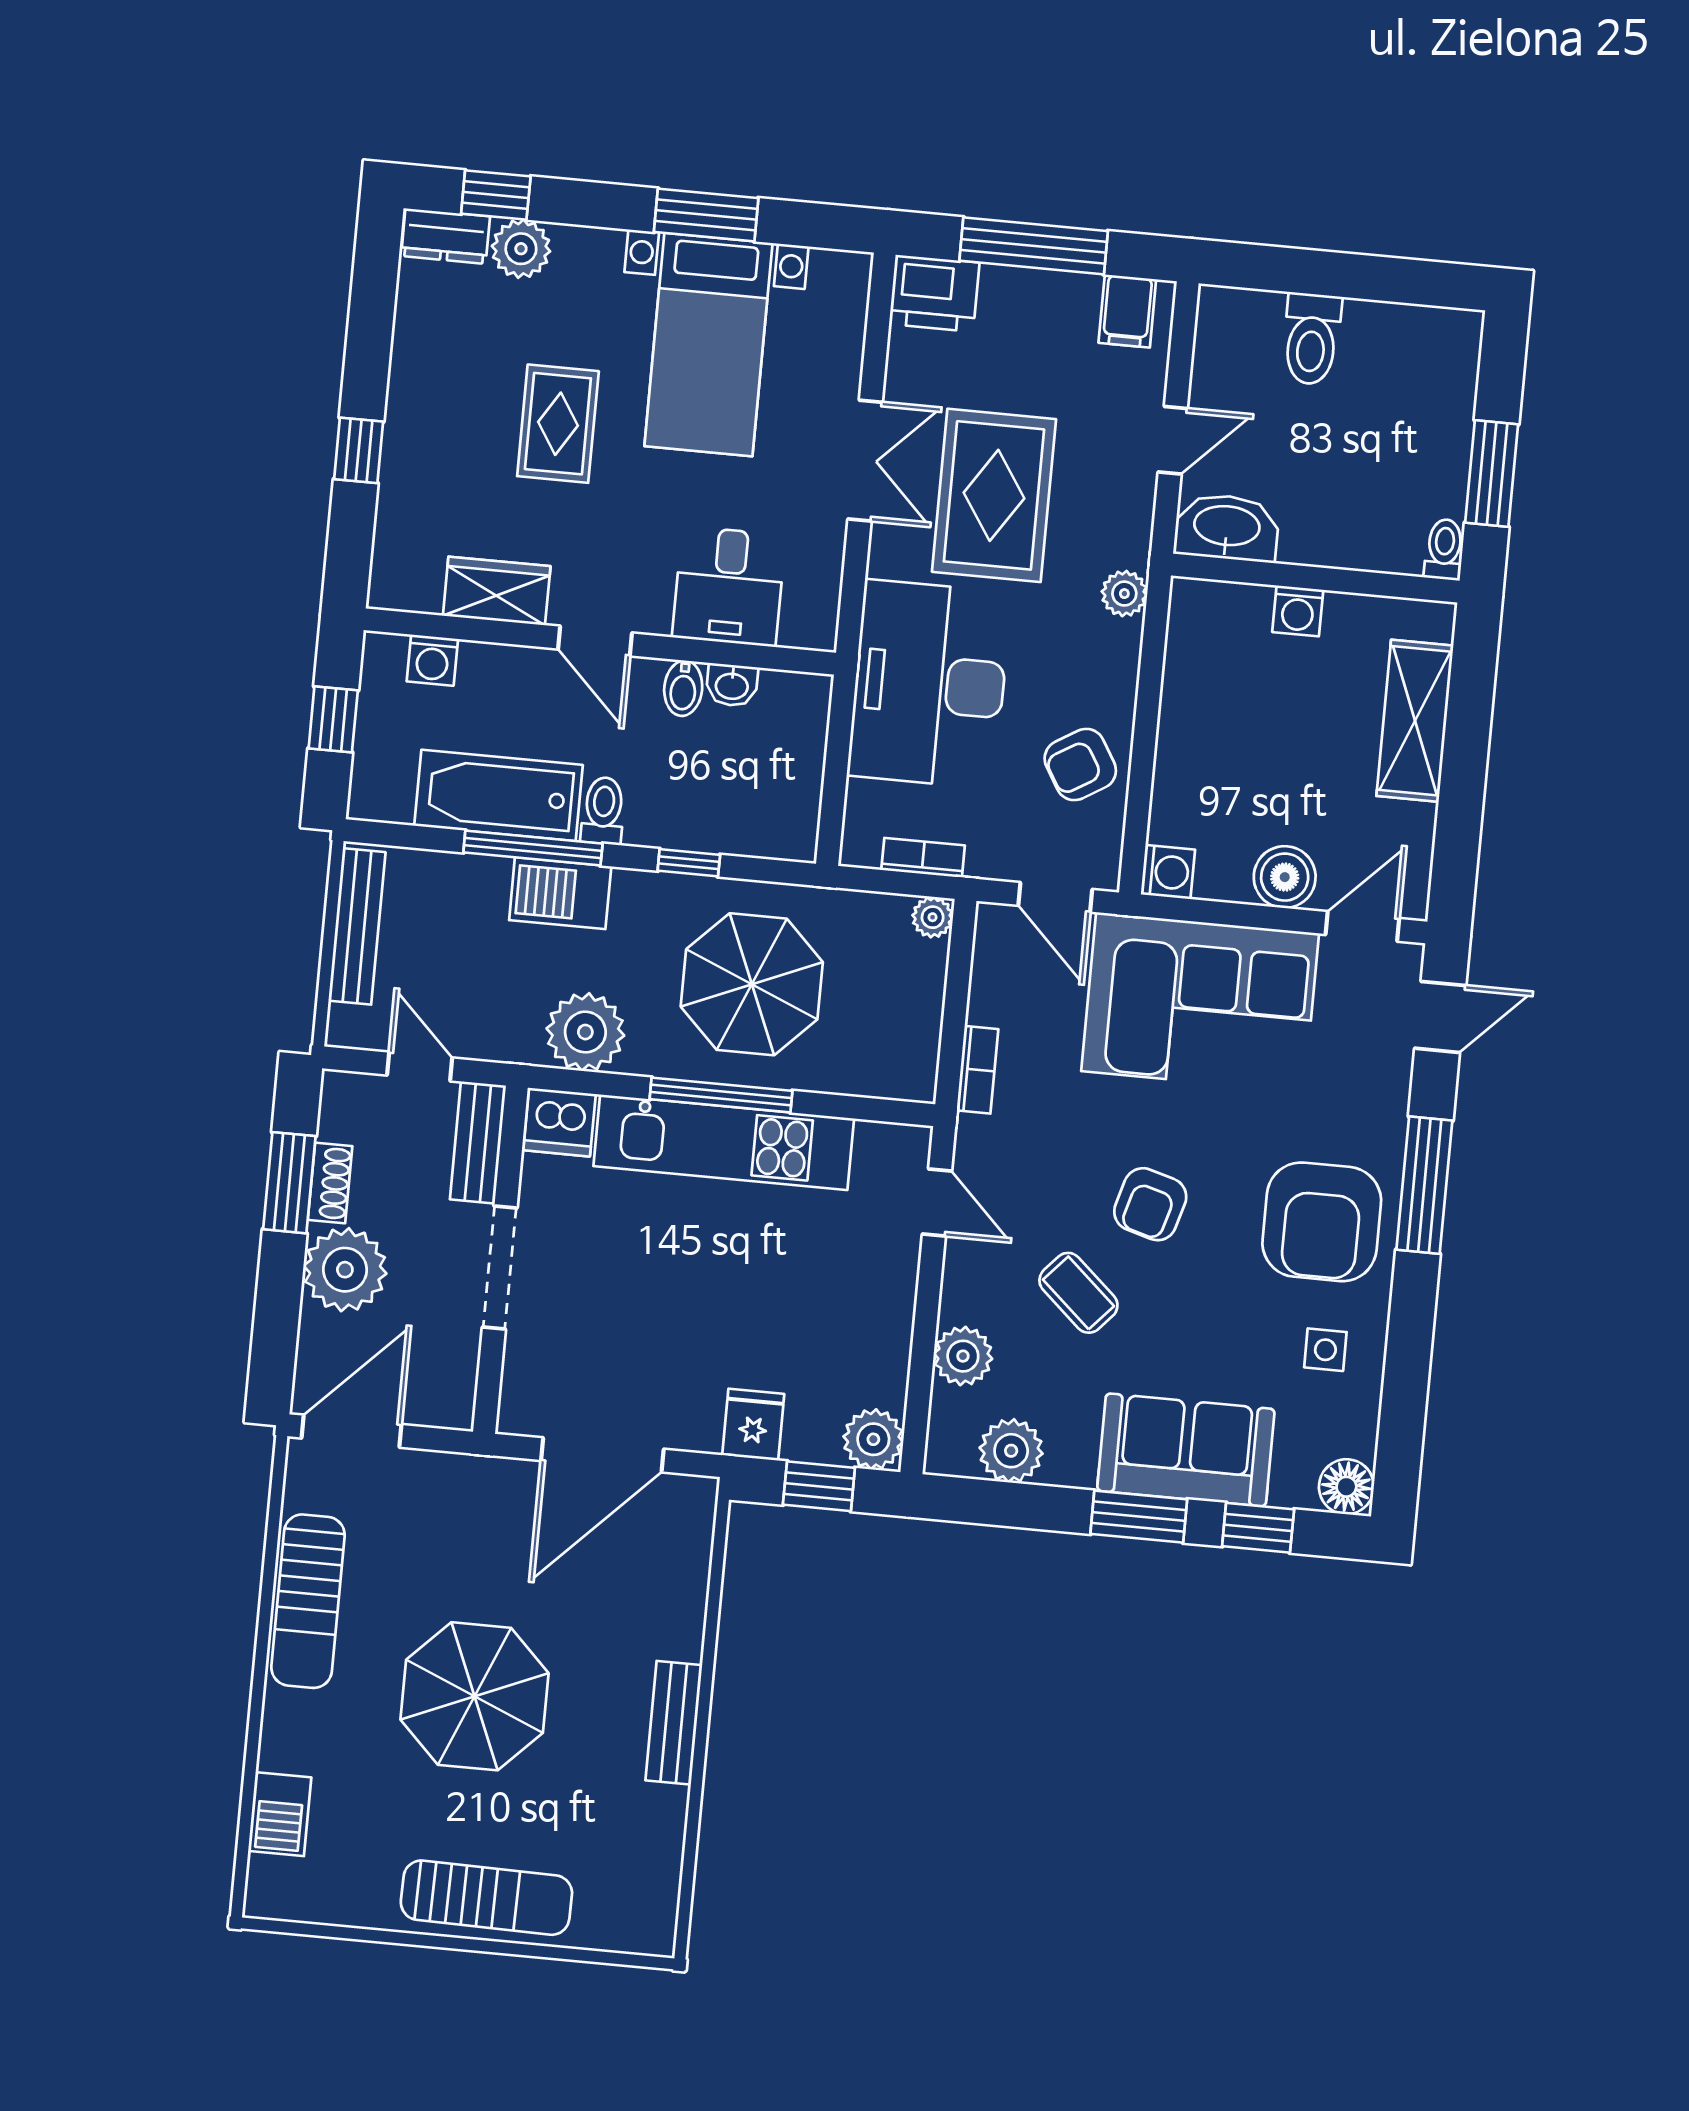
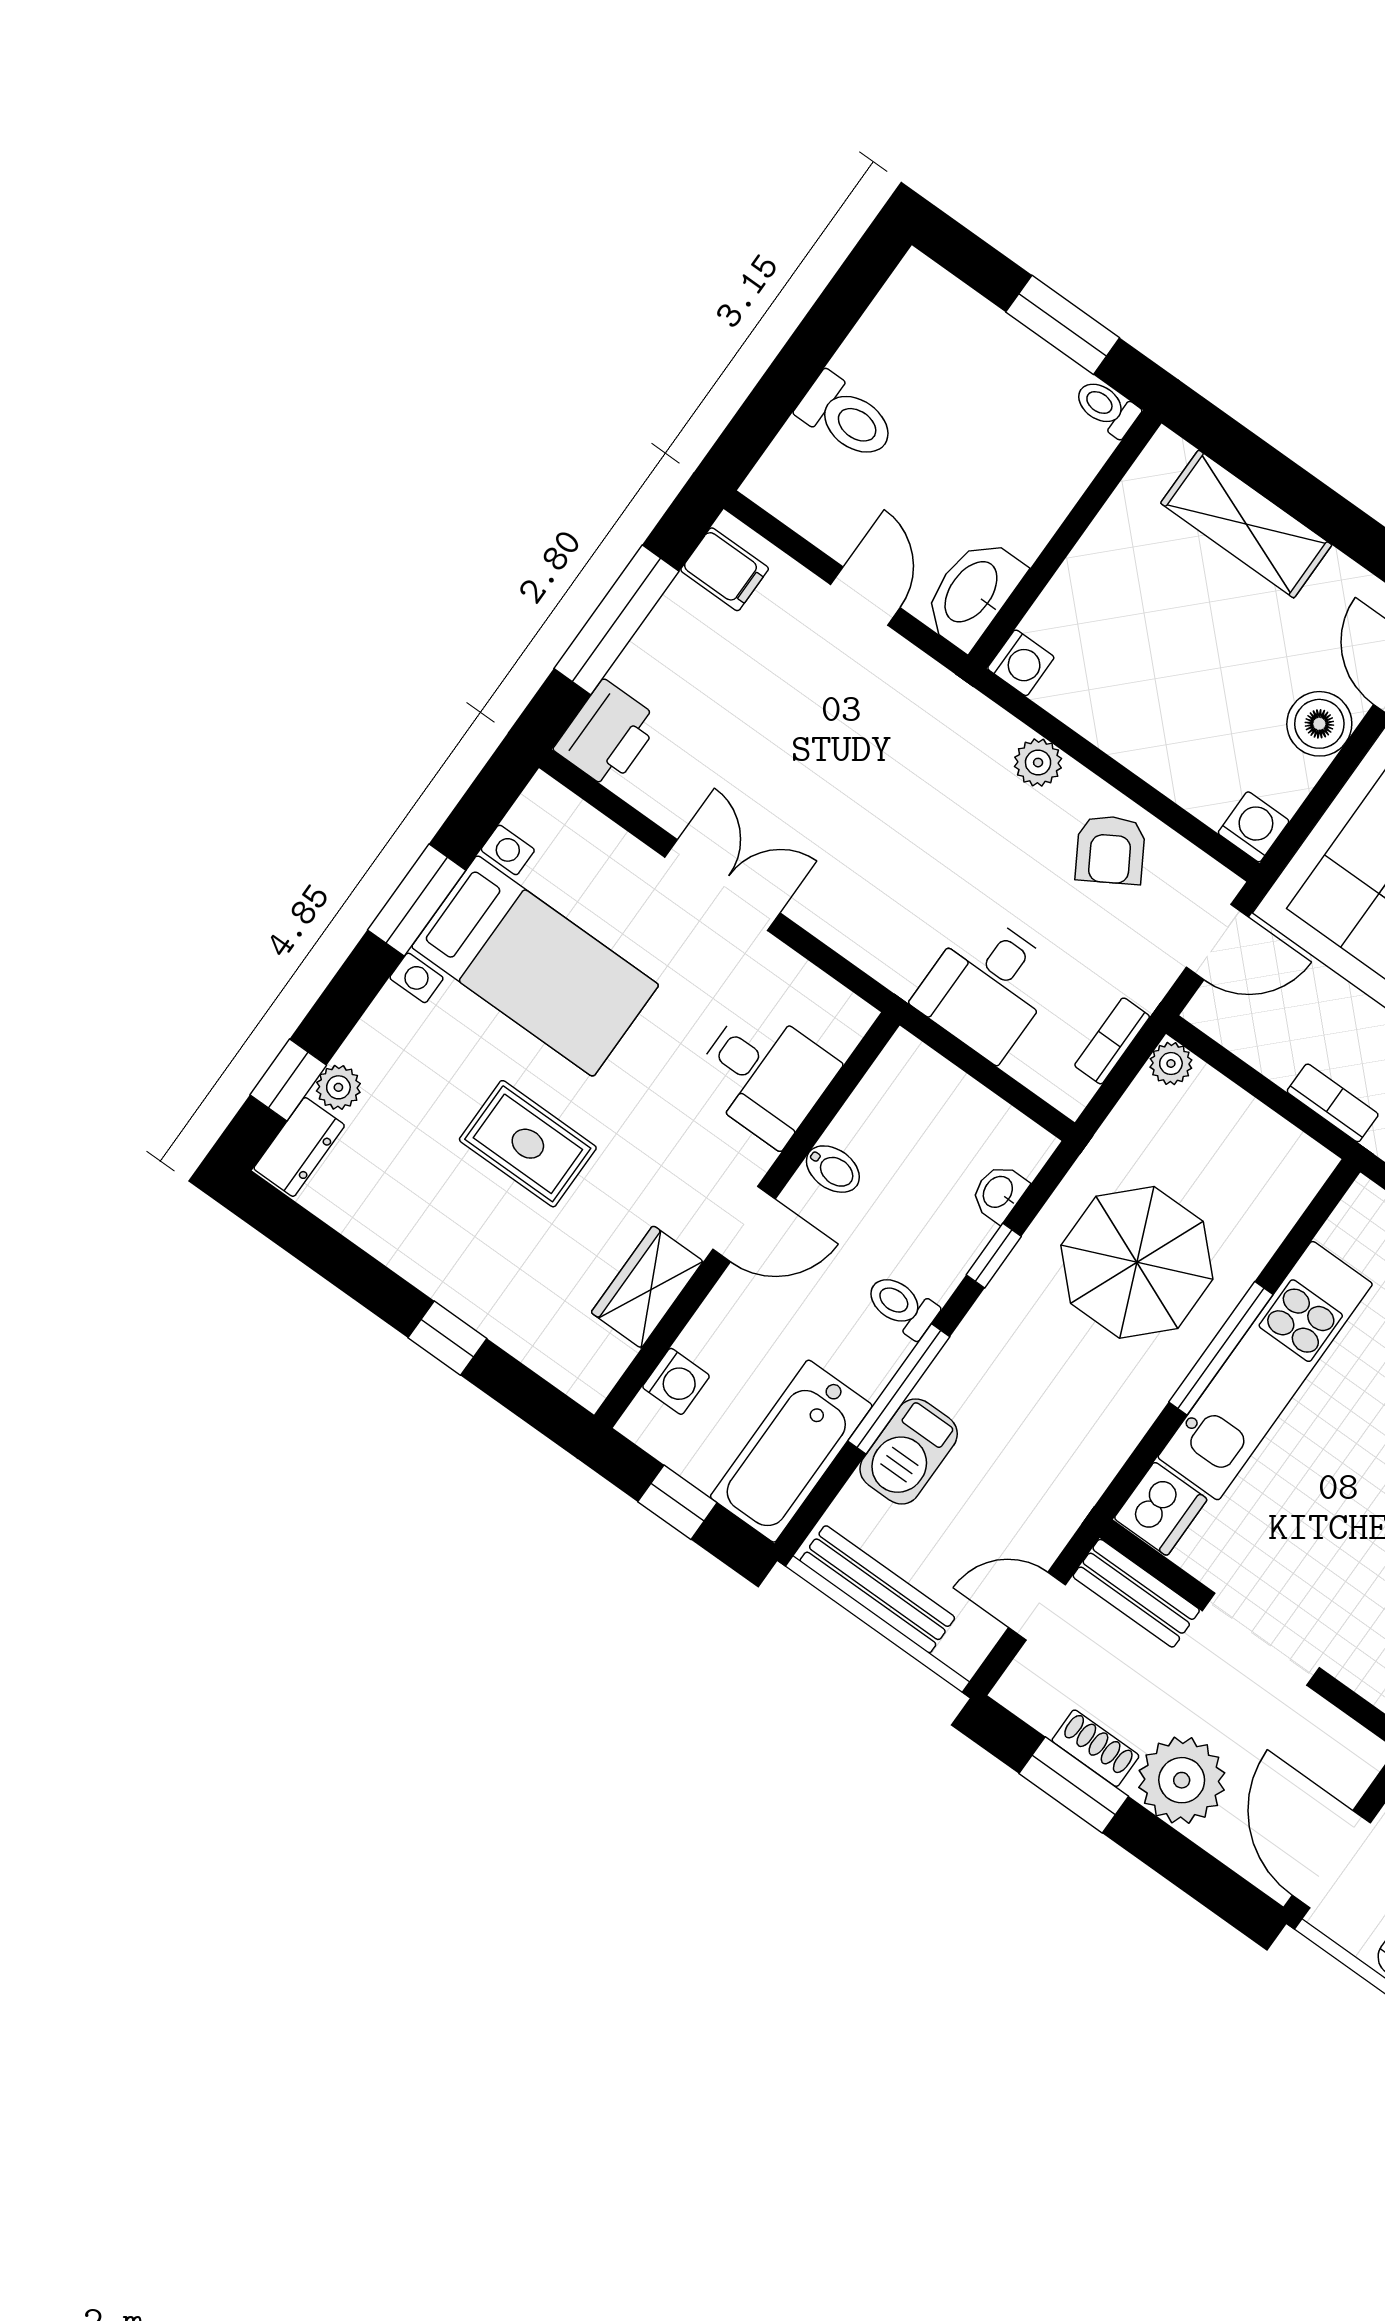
plant: (521, 249) -> (338, 1087), width x0.73, depth x0.73
rug: (994, 495) -> (821, 787), removed
plant: (1124, 594) -> (1038, 763), moved
washing machine: (1298, 611) -> (1021, 663), moved
desk: (929, 684) -> (987, 987), width x0.53, depth x0.77
washbasin: (732, 685) -> (999, 1193), moved, turned 180
bathtub: (498, 795) -> (791, 1451), moved
barbecue: (560, 893) -> (909, 1451), moved
plant: (585, 1032) -> (1093, 1438), removed

